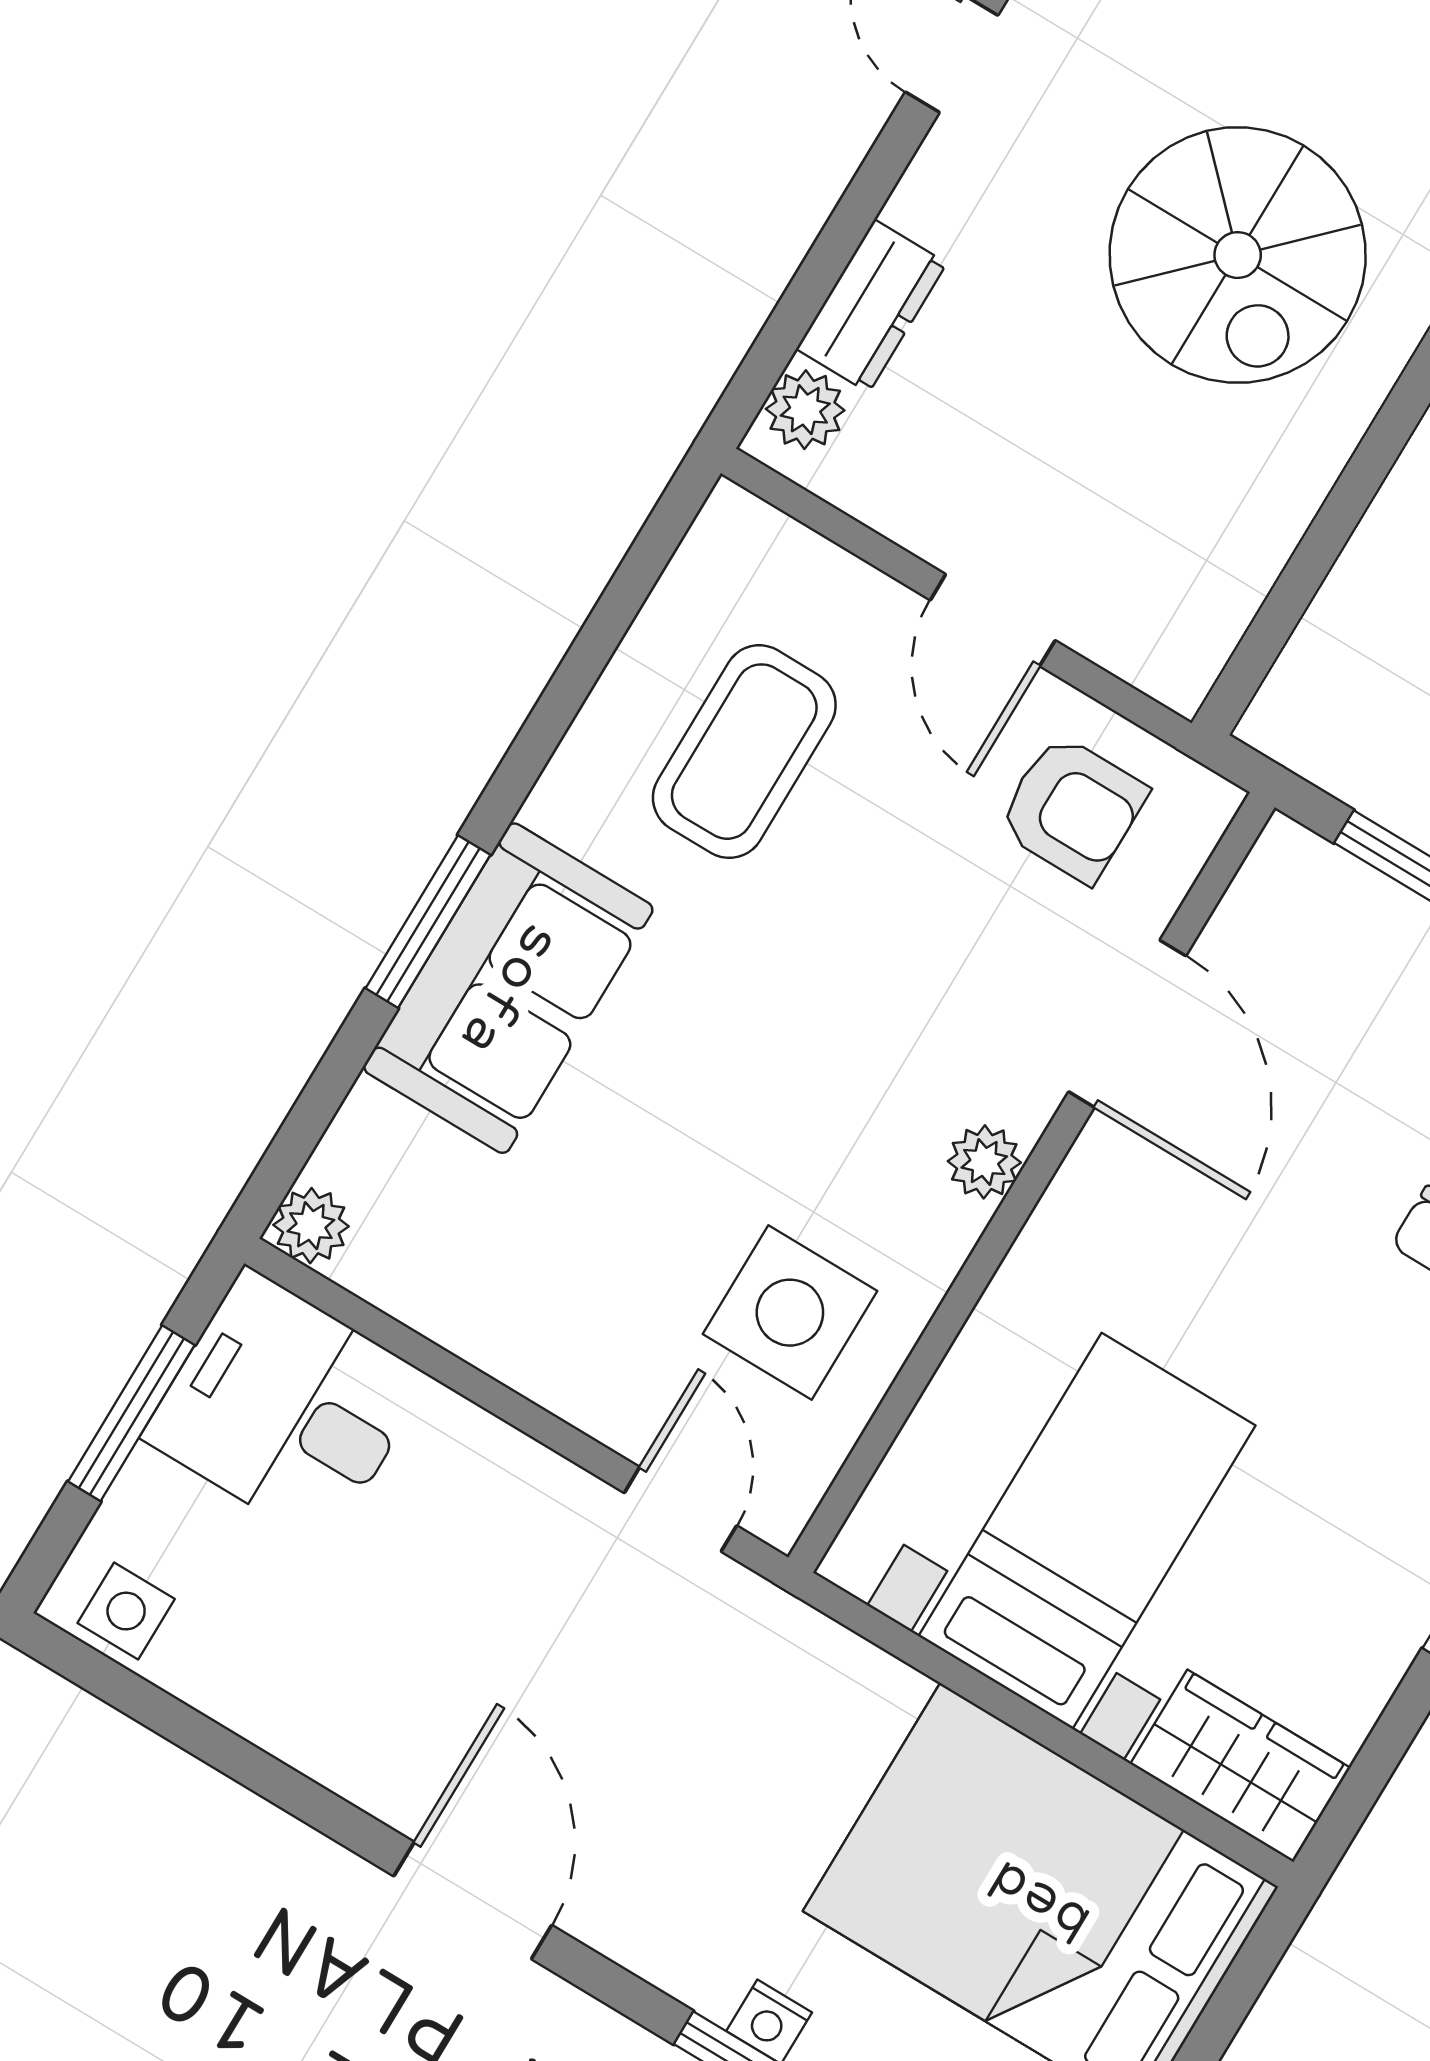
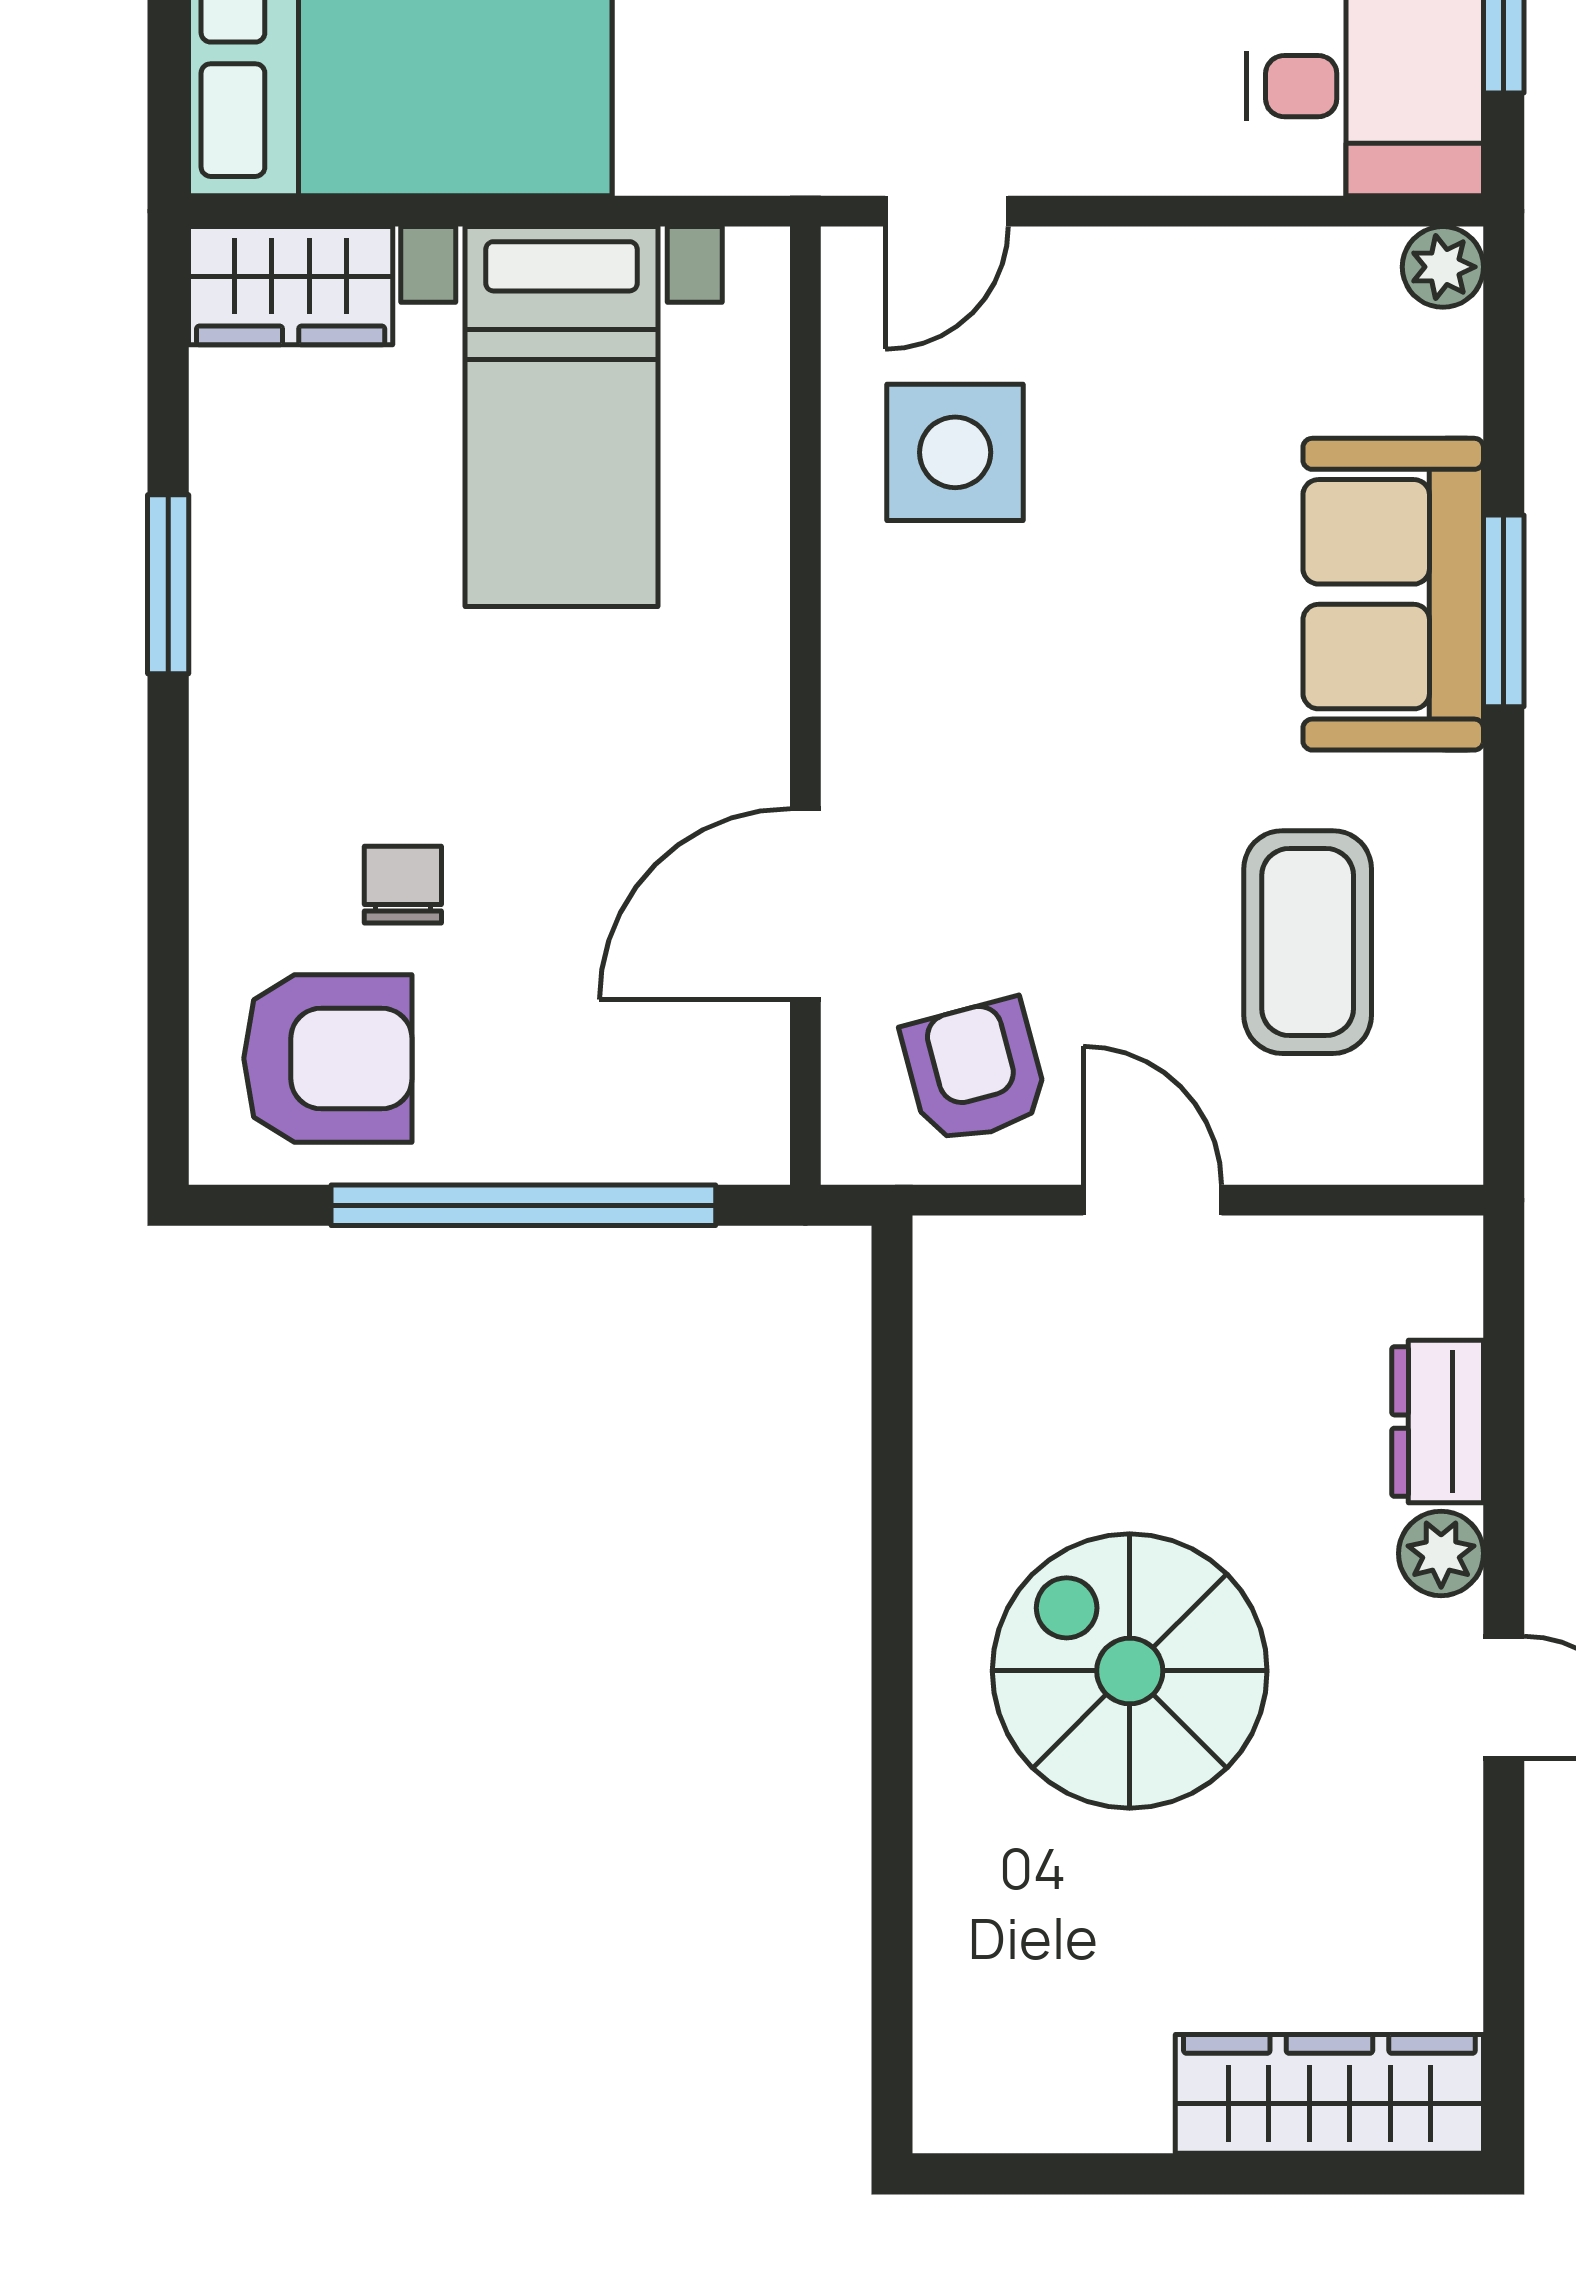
plant: (805, 410) -> (1441, 1553), moved
armchair: (1072, 809) -> (975, 1071), turned 75
door: (1127, 1024) -> (805, 904), hinge flipped
plant: (984, 1162) -> (860, 698), removed
door: (680, 1509) -> (947, 211), hinge flipped

